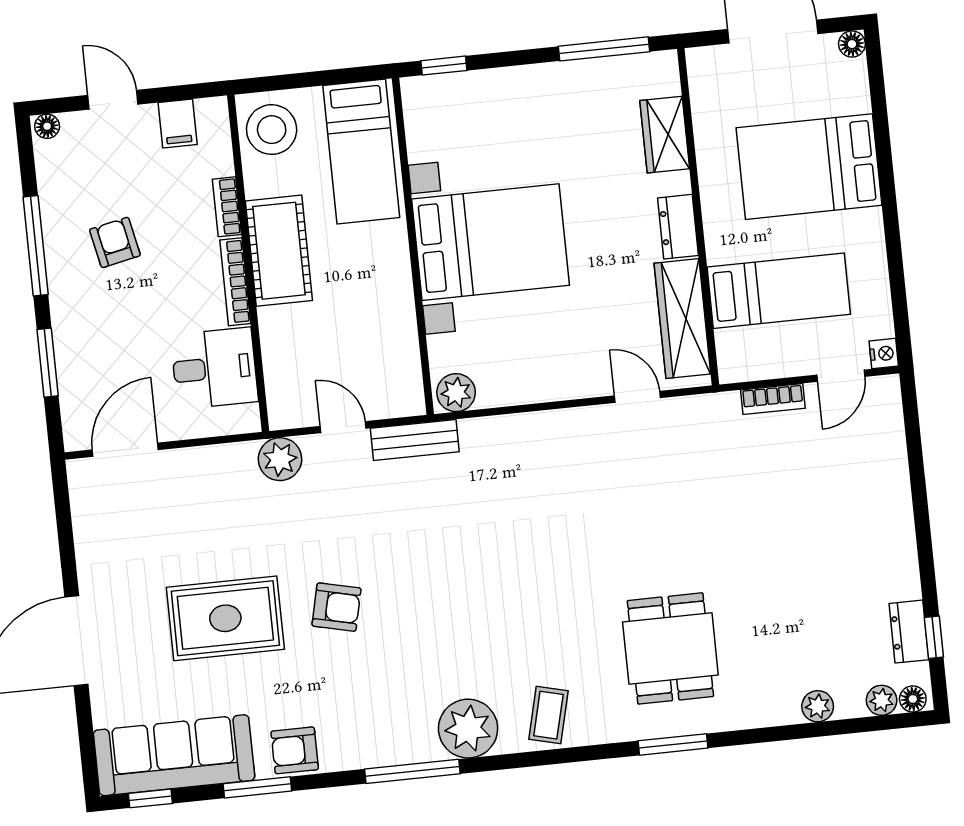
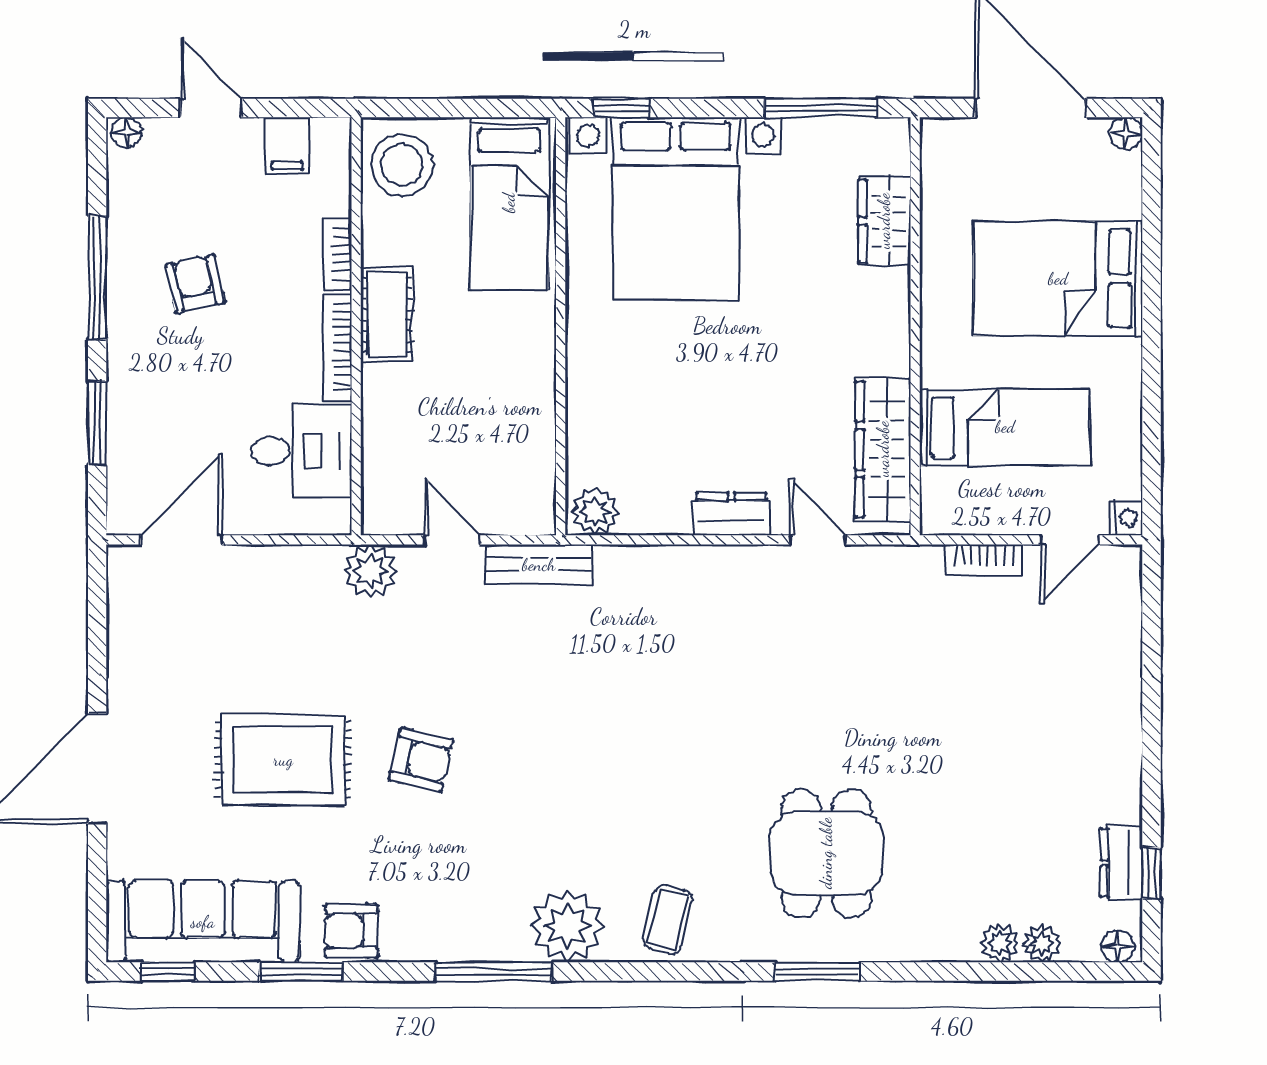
dresser: (678, 227) -> (731, 514), moved, turned 90
bed with nightstands: (490, 242) -> (675, 209), moved, turned 90
cot: (279, 251) -> (387, 315), width x0.73, depth x0.75
plant: (882, 700) -> (1042, 944), moved

